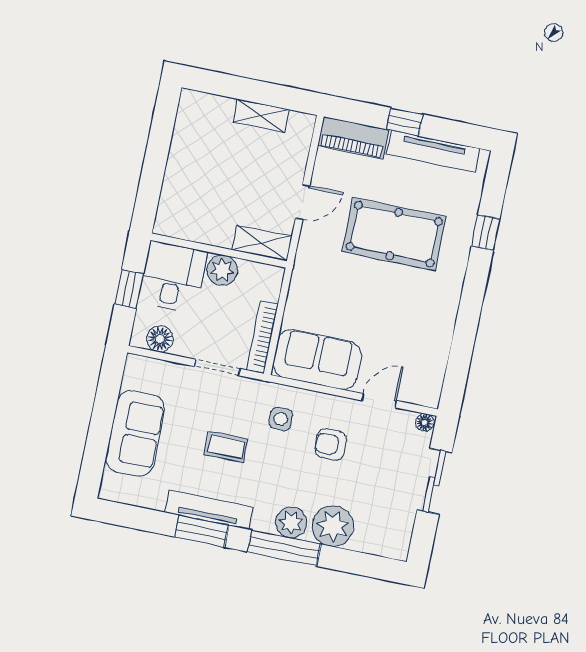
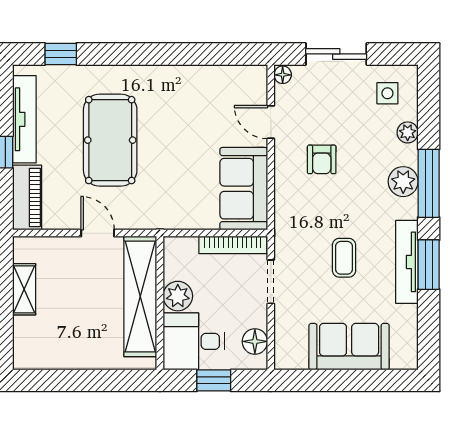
window: (486, 233) -> (61, 54), moved
shelving: (262, 243) -> (140, 296), width x2.20, depth x1.33
side table: (281, 419) -> (387, 93), moved
plant: (333, 526) -> (408, 132), width x0.53, depth x0.53

